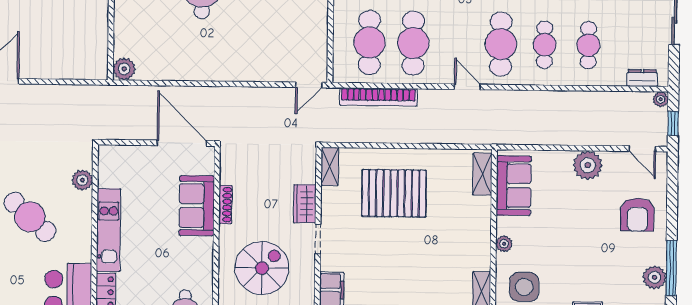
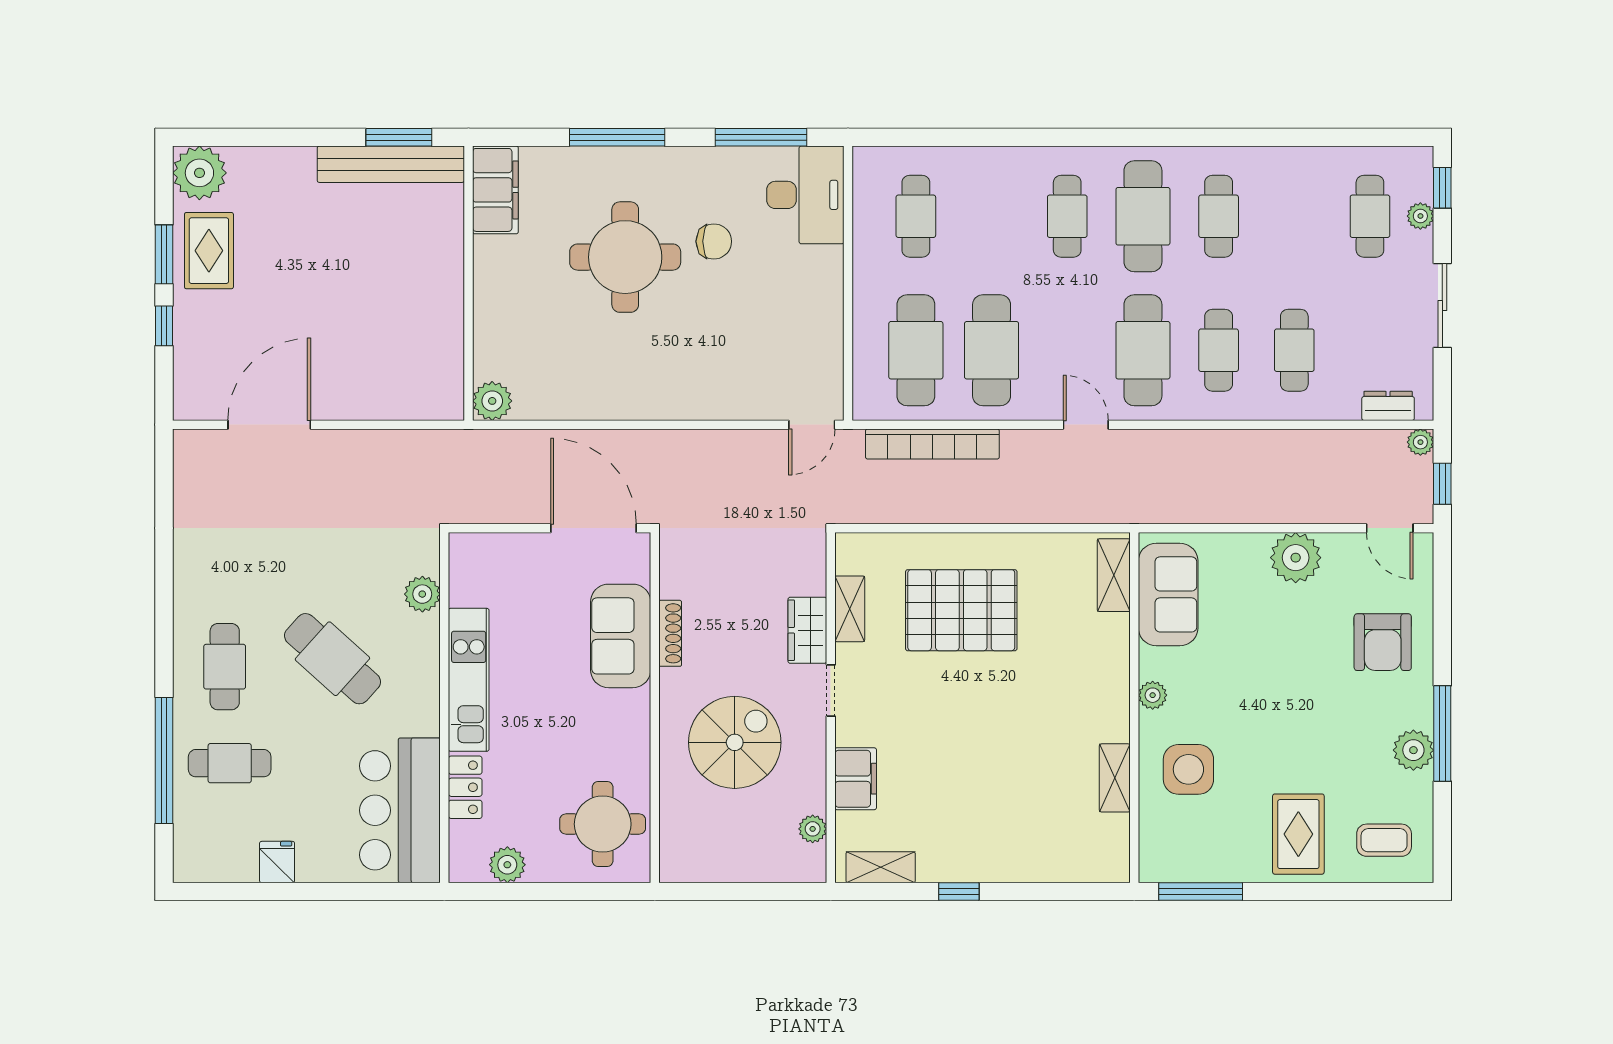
shelving: (330, 166) -> (850, 609), moved

